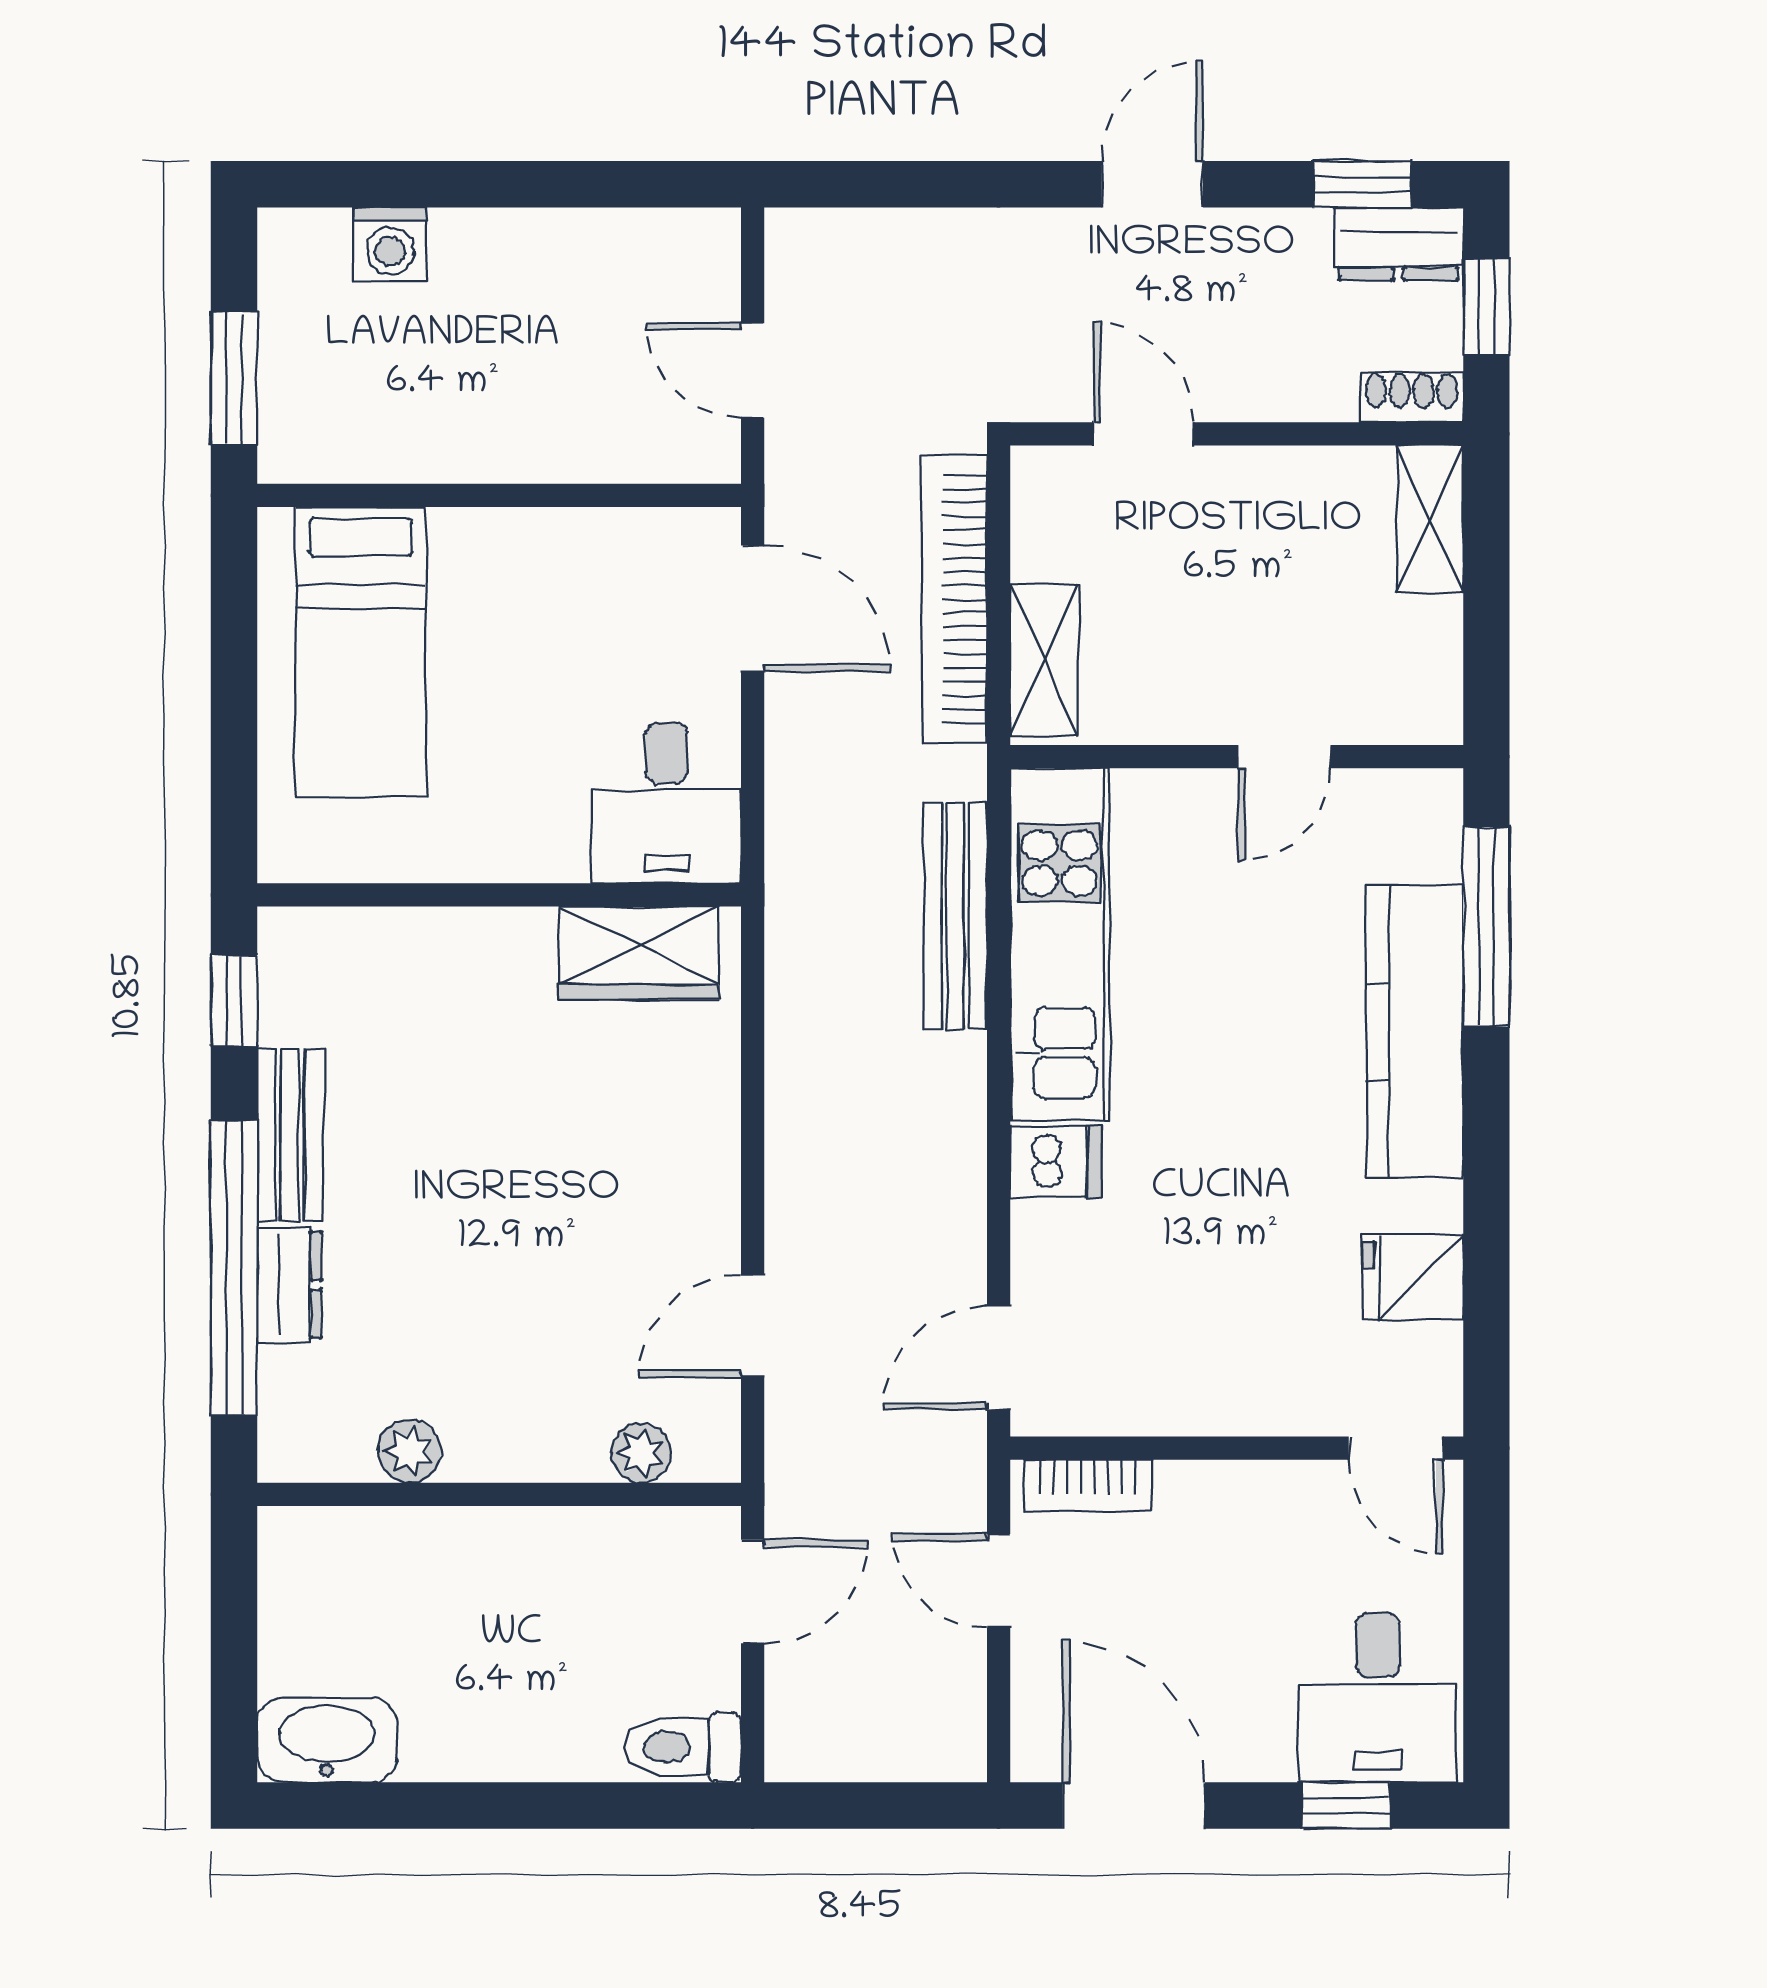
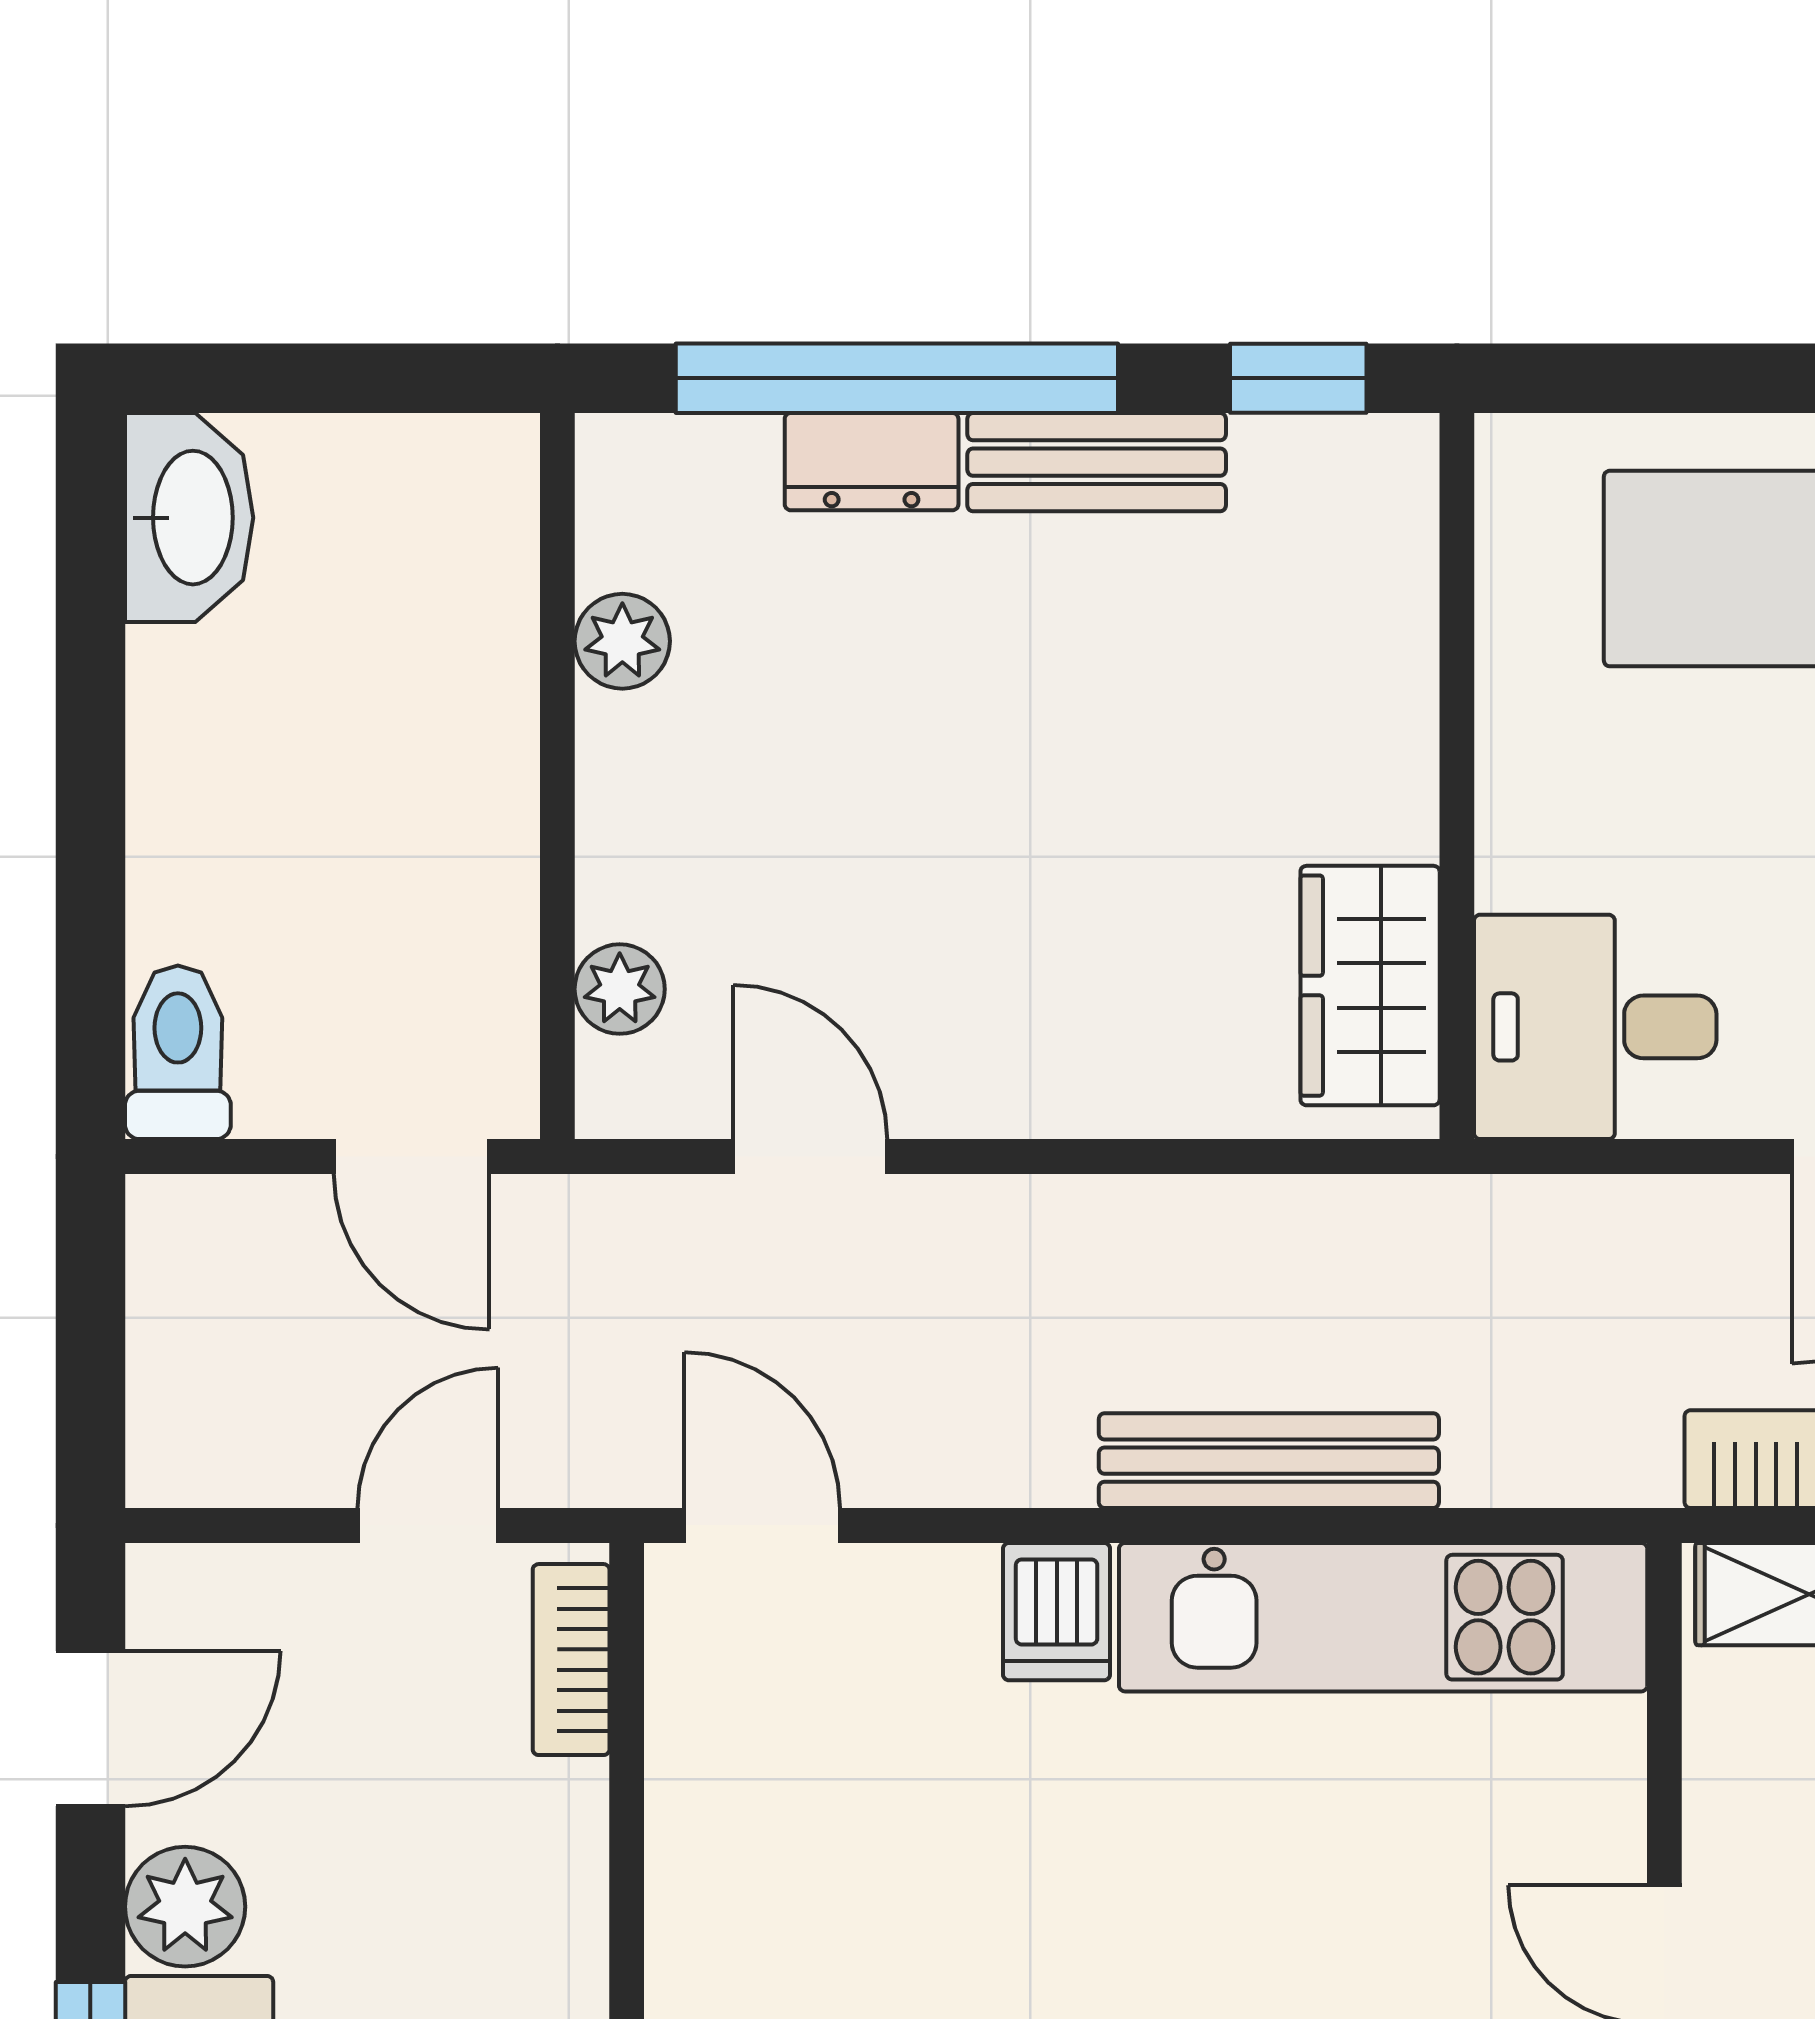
bench: (955, 916) -> (1269, 1461), moved
plant: (1253, 1742) -> (185, 1907), added
door: (1134, 1805) -> (90, 1729), width x0.73

